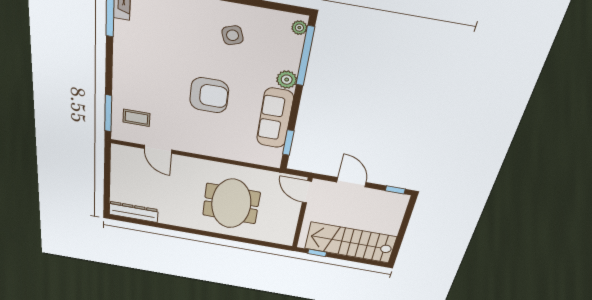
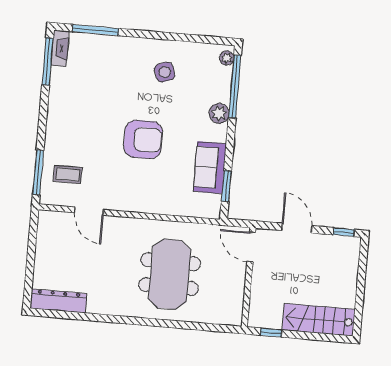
sofa: (275, 118) -> (210, 168), width x0.73
stairs: (350, 243) -> (319, 320), width x0.73, depth x0.66

